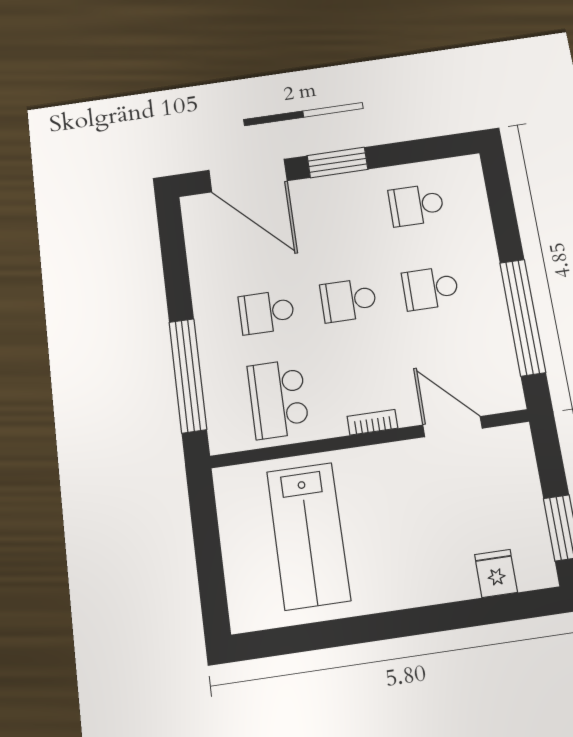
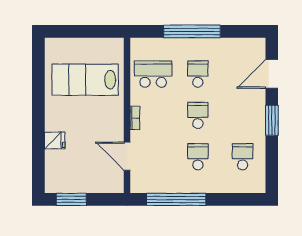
door: (248, 176) -> (272, 74), width x0.73
window: (188, 375) -> (192, 31), moved
door: (452, 427) -> (127, 156), swing flipped
fridge: (496, 573) -> (55, 140), moved

